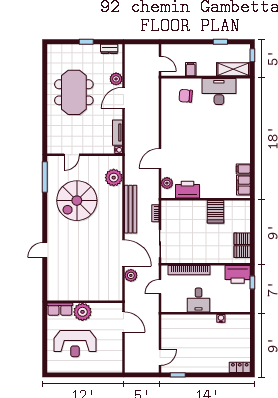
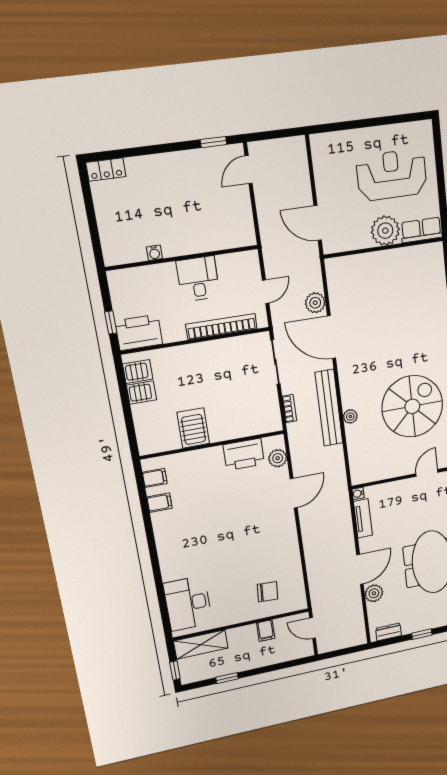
desk: (219, 91) -> (188, 603), moved, turned 90
plant: (114, 178) -> (350, 416), moved, width x0.53, depth x0.53
filing cabinet: (243, 185) -> (155, 478), width x0.50

